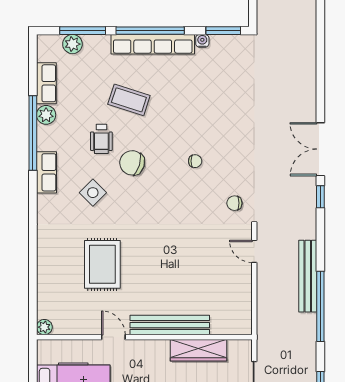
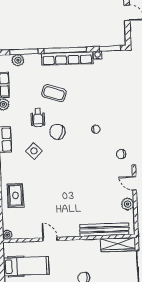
rug: (102, 264) -> (15, 195), moved, width x0.73, depth x0.70
plant: (242, 285) -> (128, 204), added
bench: (170, 325) -> (104, 230), moved
wardrobe: (199, 350) -> (118, 245), moved

